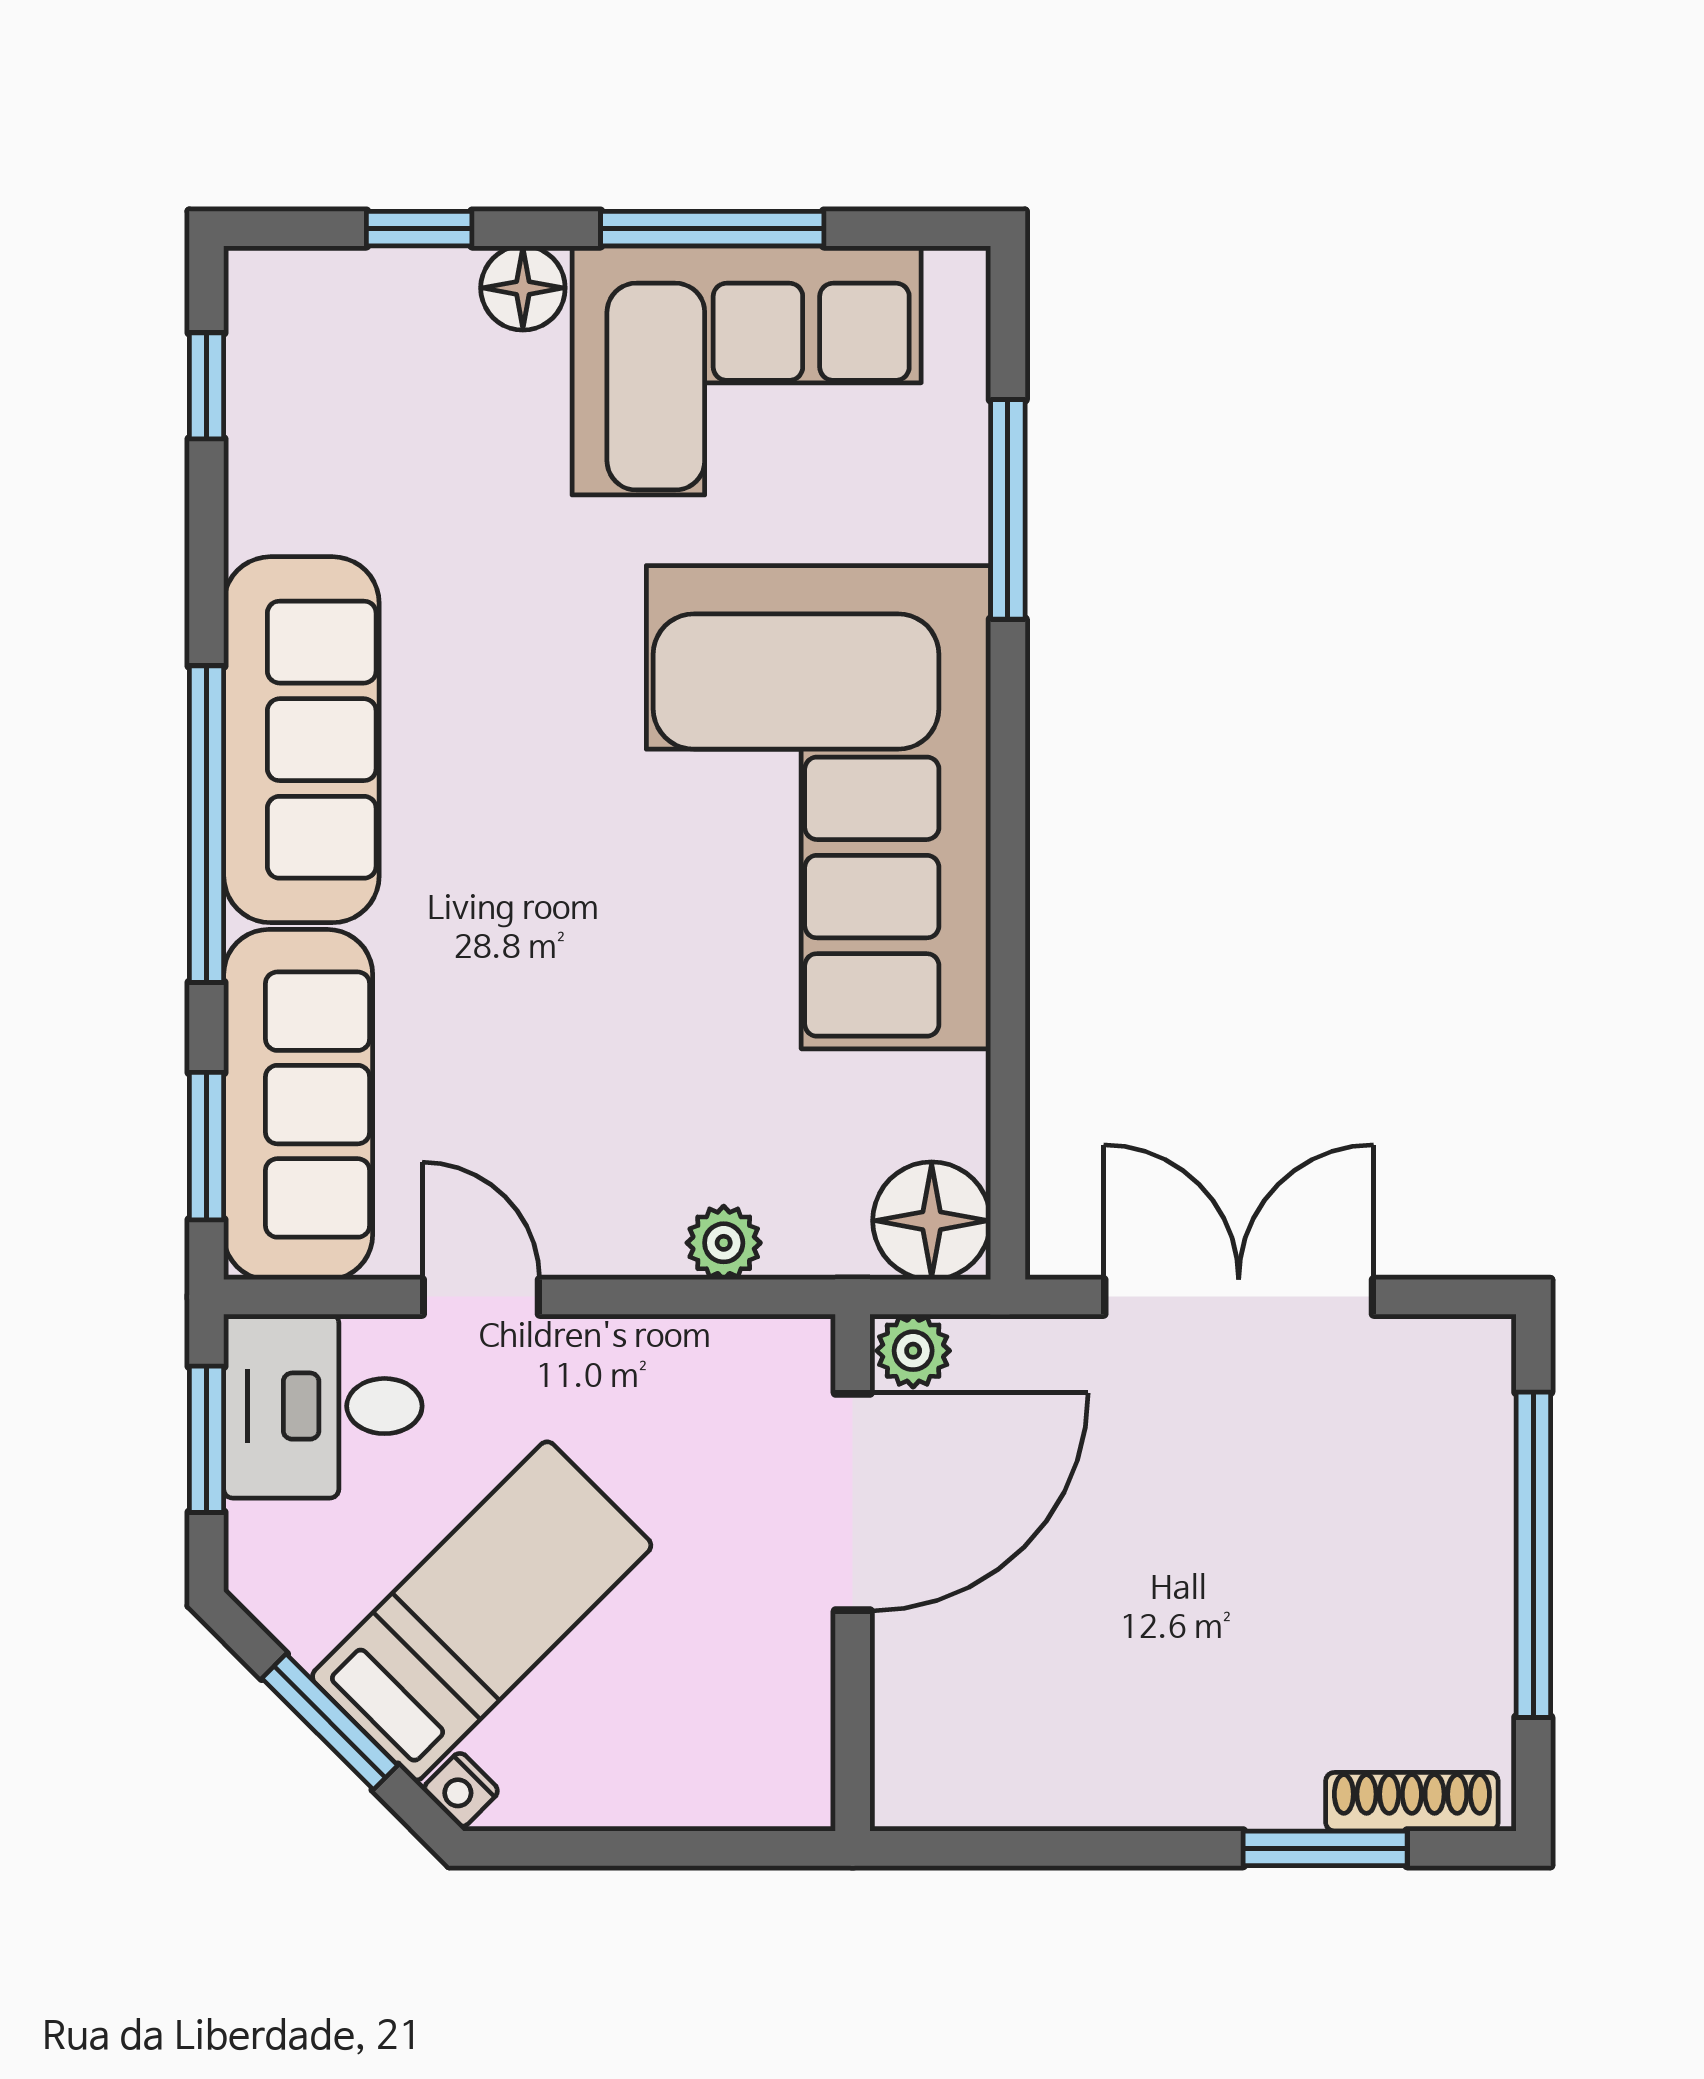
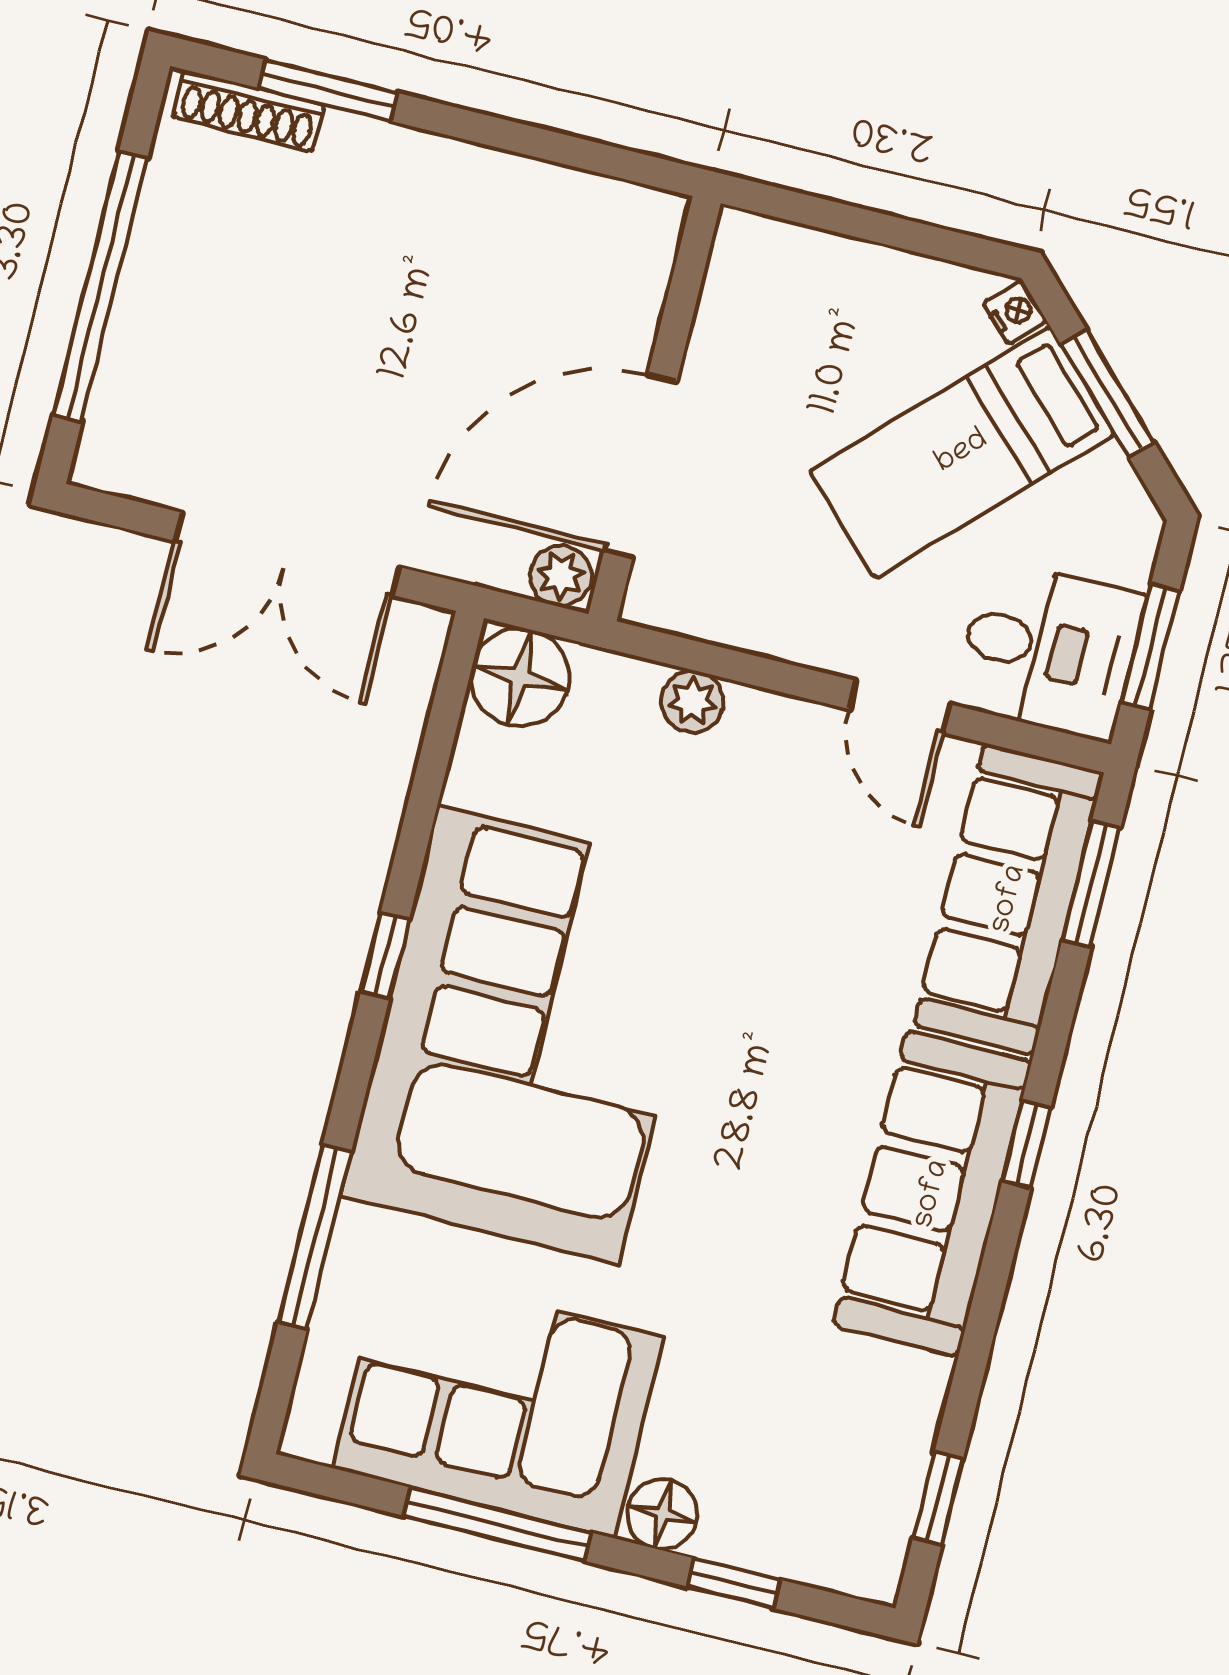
window: (207, 824) -> (1026, 1144), width x0.32
window: (1008, 858) -> (385, 955), added

